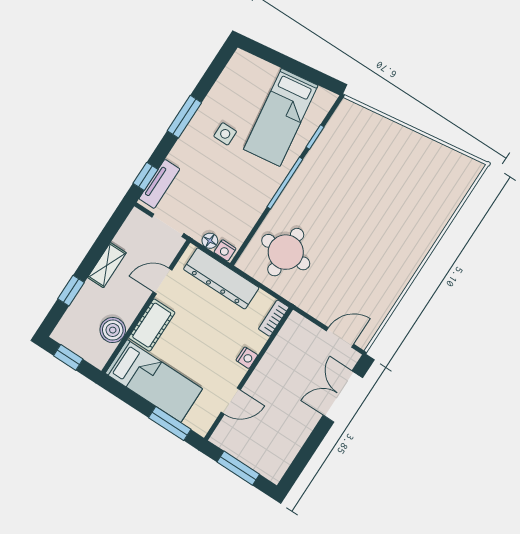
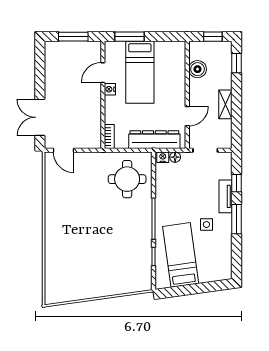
window: (145, 176) -> (236, 183), moved
tv unit: (159, 184) -> (226, 196), moved
window: (71, 291) -> (236, 63), moved
cot: (152, 325) -> (177, 87), removed
door: (340, 338) -> (64, 150), hinge flipped
nightstand: (247, 358) -> (110, 89), moved
bed: (154, 381) -> (140, 72), moved, turned -90
double door: (343, 396) -> (40, 117), swing flipped

